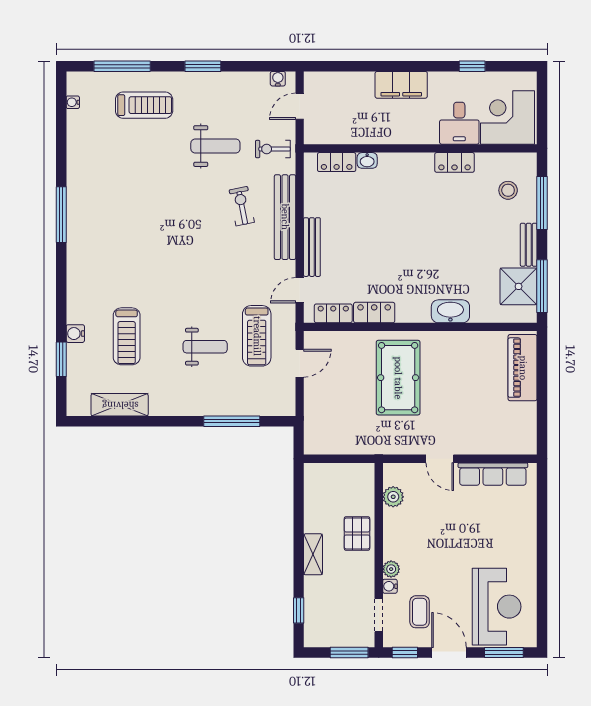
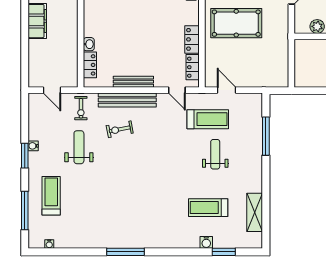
water cooler: (278, 79) -> (33, 146), moved
bench: (312, 247) -> (133, 82), moved
treadmill: (127, 336) -> (208, 208), turned 180

